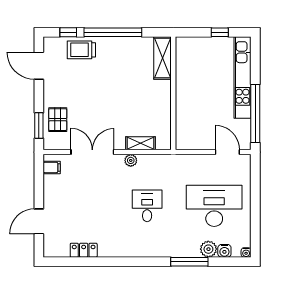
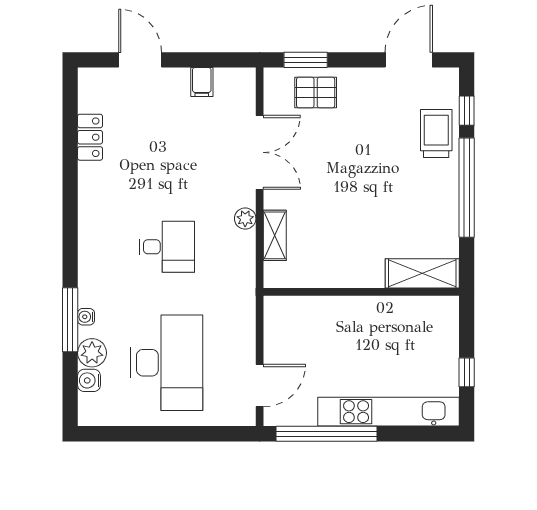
filing cabinet: (52, 167) -> (202, 82), moved
water cooler: (246, 253) -> (86, 317), moved

